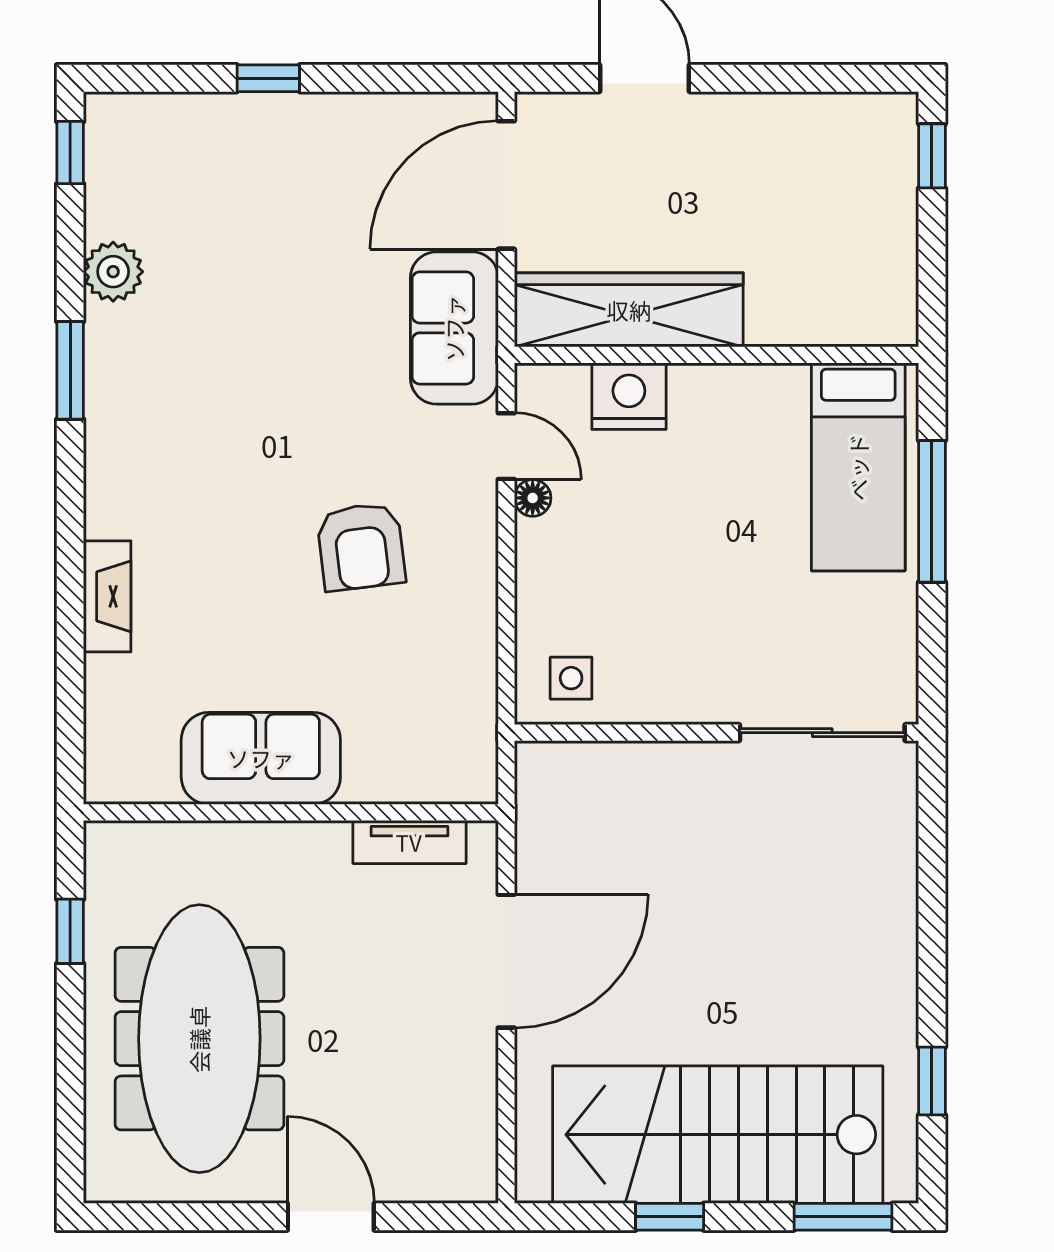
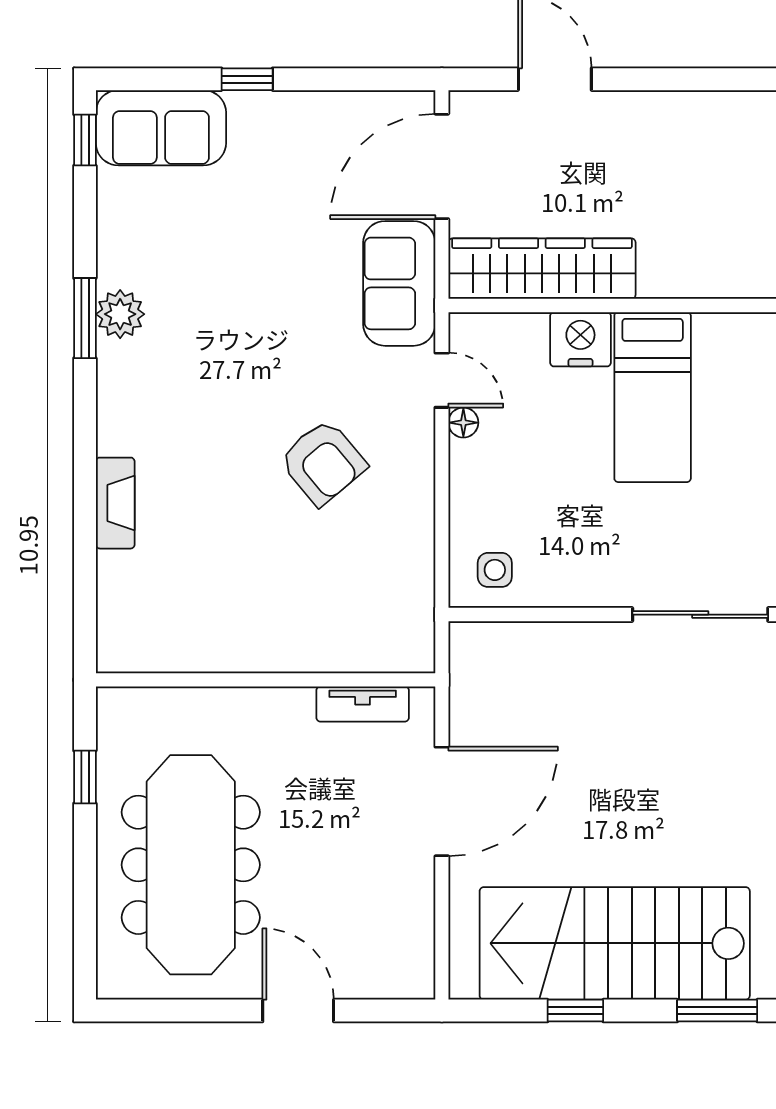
plant: (113, 272) -> (120, 314), moved
nightstand: (629, 396) -> (580, 339), moved
bed: (858, 467) -> (653, 397), moved
armchair: (361, 547) -> (323, 462), turned -33
sofa: (261, 758) -> (161, 128), moved, turned 180

